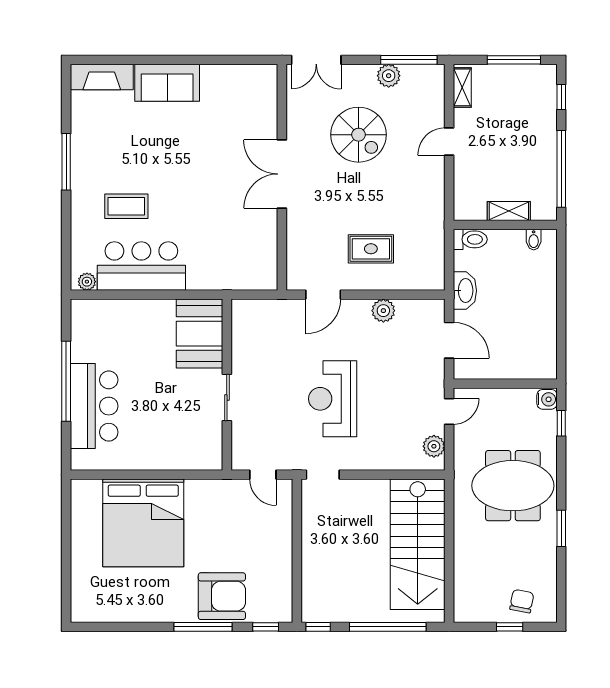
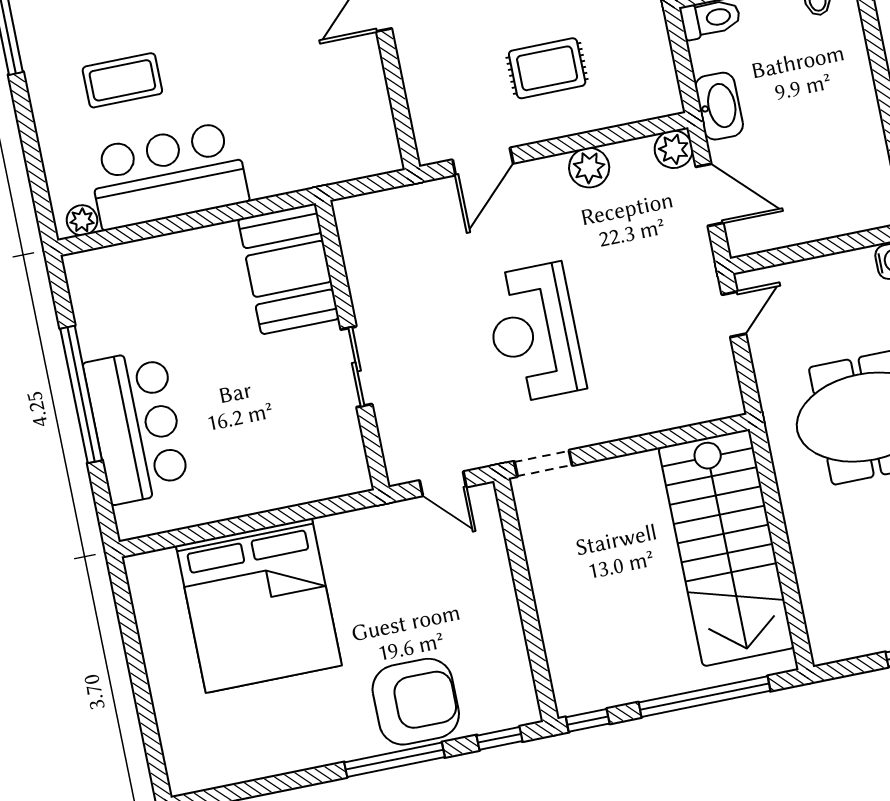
plant: (434, 446) -> (674, 149), moved

